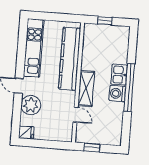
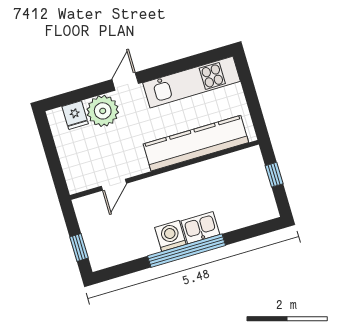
shelving: (86, 89) -> (160, 186), removed
fridge: (26, 133) -> (75, 115), moved
window: (92, 148) -> (79, 247), moved

